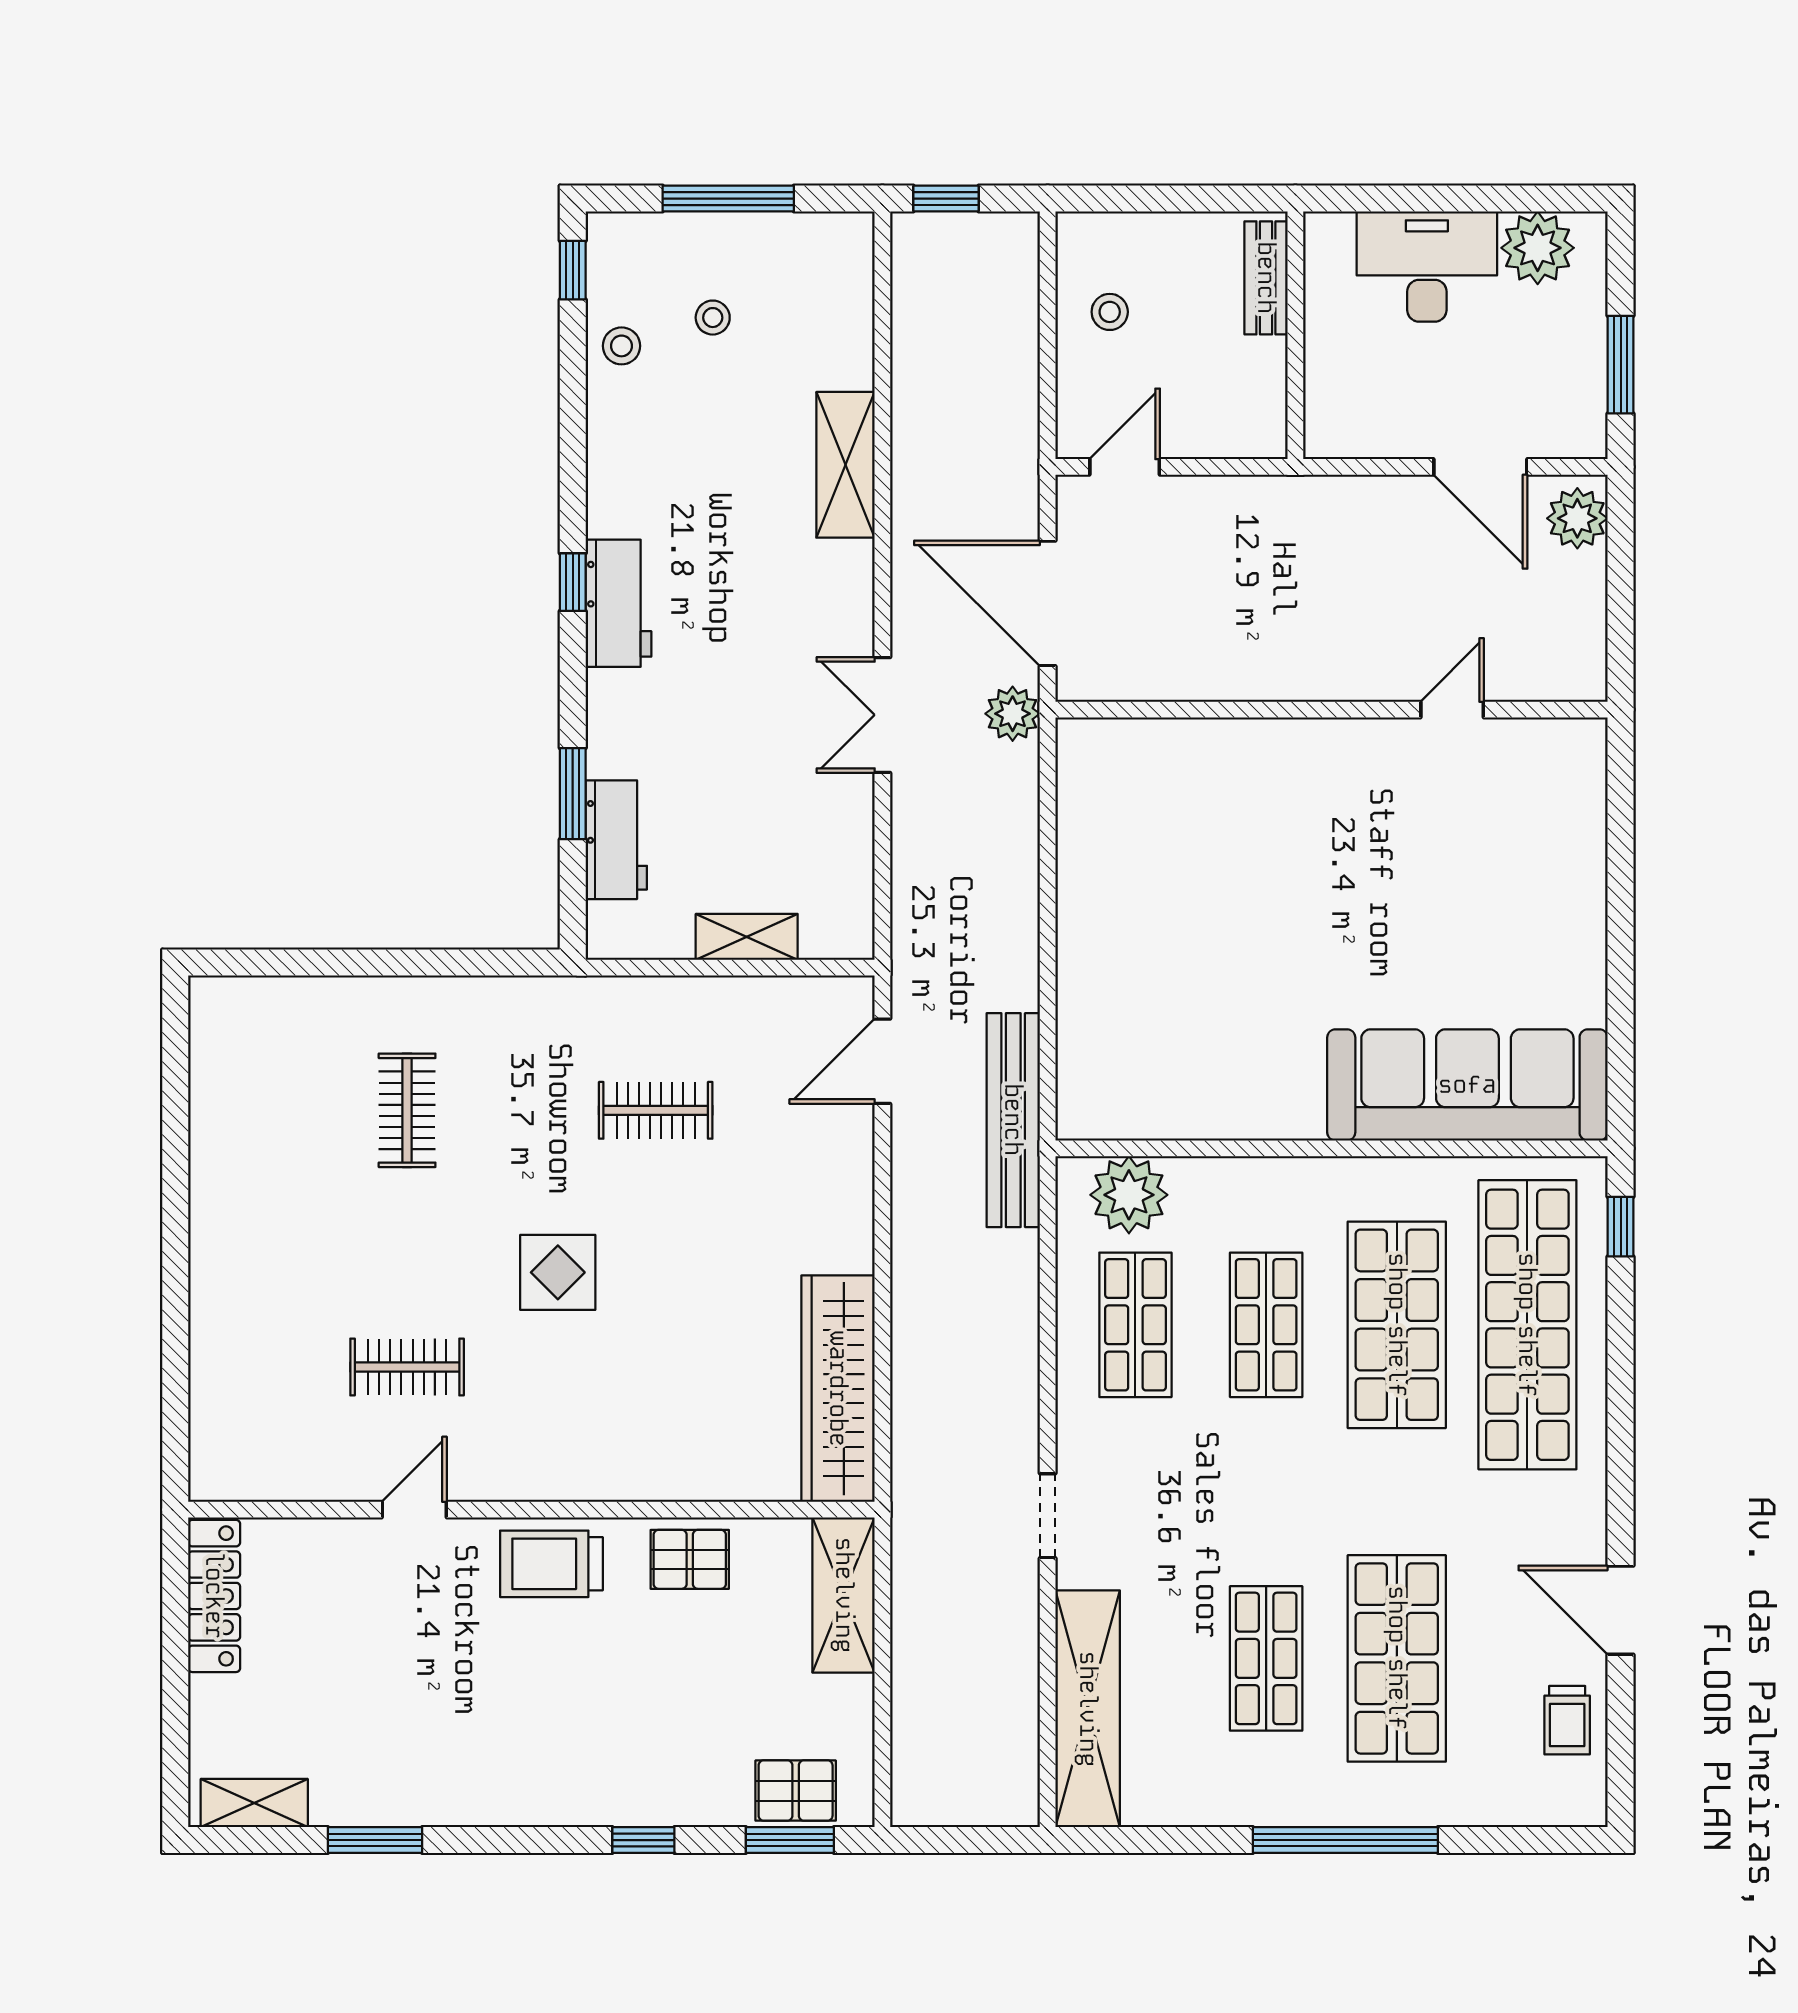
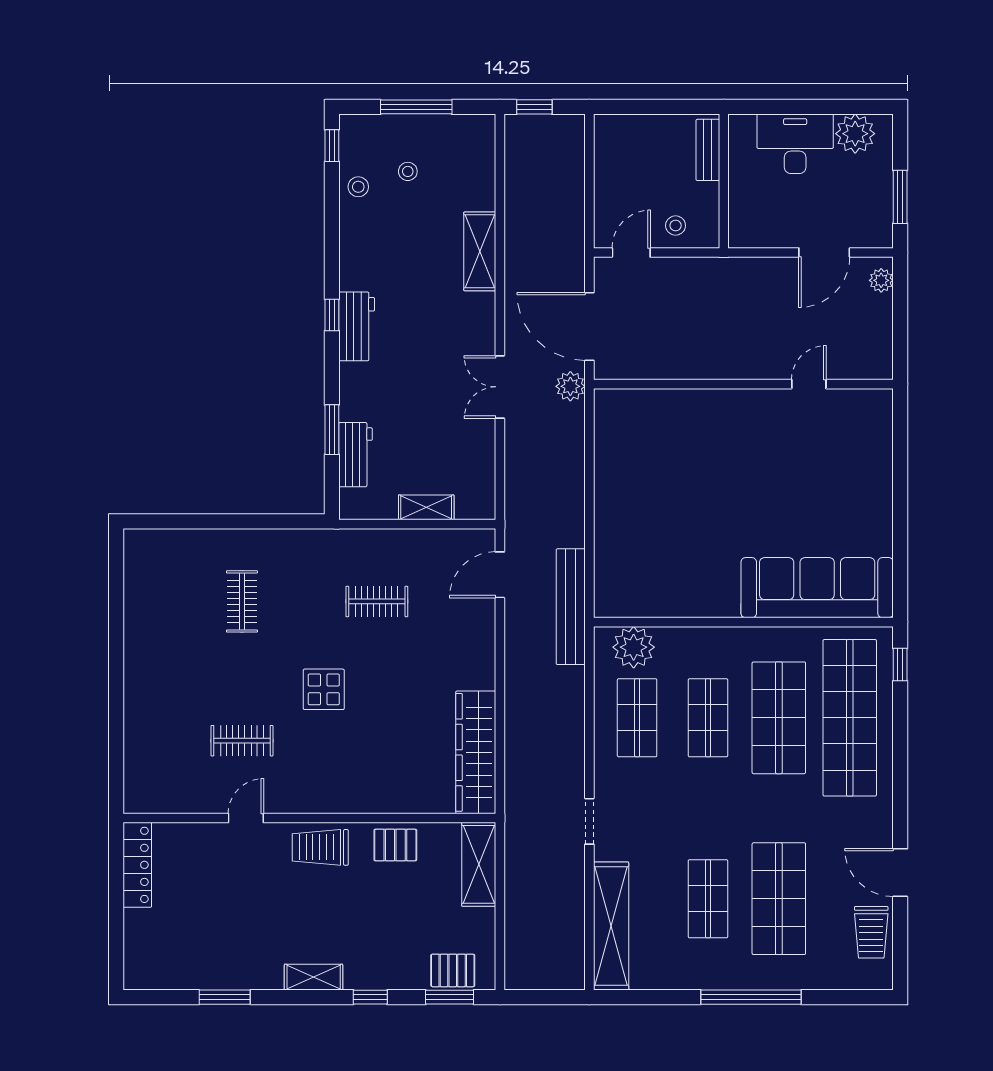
stool: (1110, 312) -> (676, 226), moved
door: (1480, 467) -> (824, 252), hinge flipped
plant: (1577, 518) -> (881, 280), width x0.73, depth x0.73
trolley: (1567, 1720) -> (871, 932), width x1.36, depth x1.39
shelving: (254, 1803) -> (314, 977), moved

